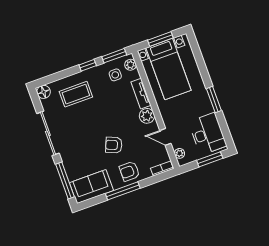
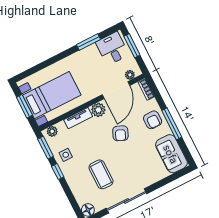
side table: (115, 75) -> (66, 155), moved
coffee table: (76, 94) -> (101, 174), moved
window: (214, 100) -> (89, 42), moved
desk: (208, 134) -> (112, 49), width x0.73
door: (165, 137) -> (116, 90), width x1.87
armchair: (114, 145) -> (120, 133), moved
window: (65, 180) -> (169, 179), removed

